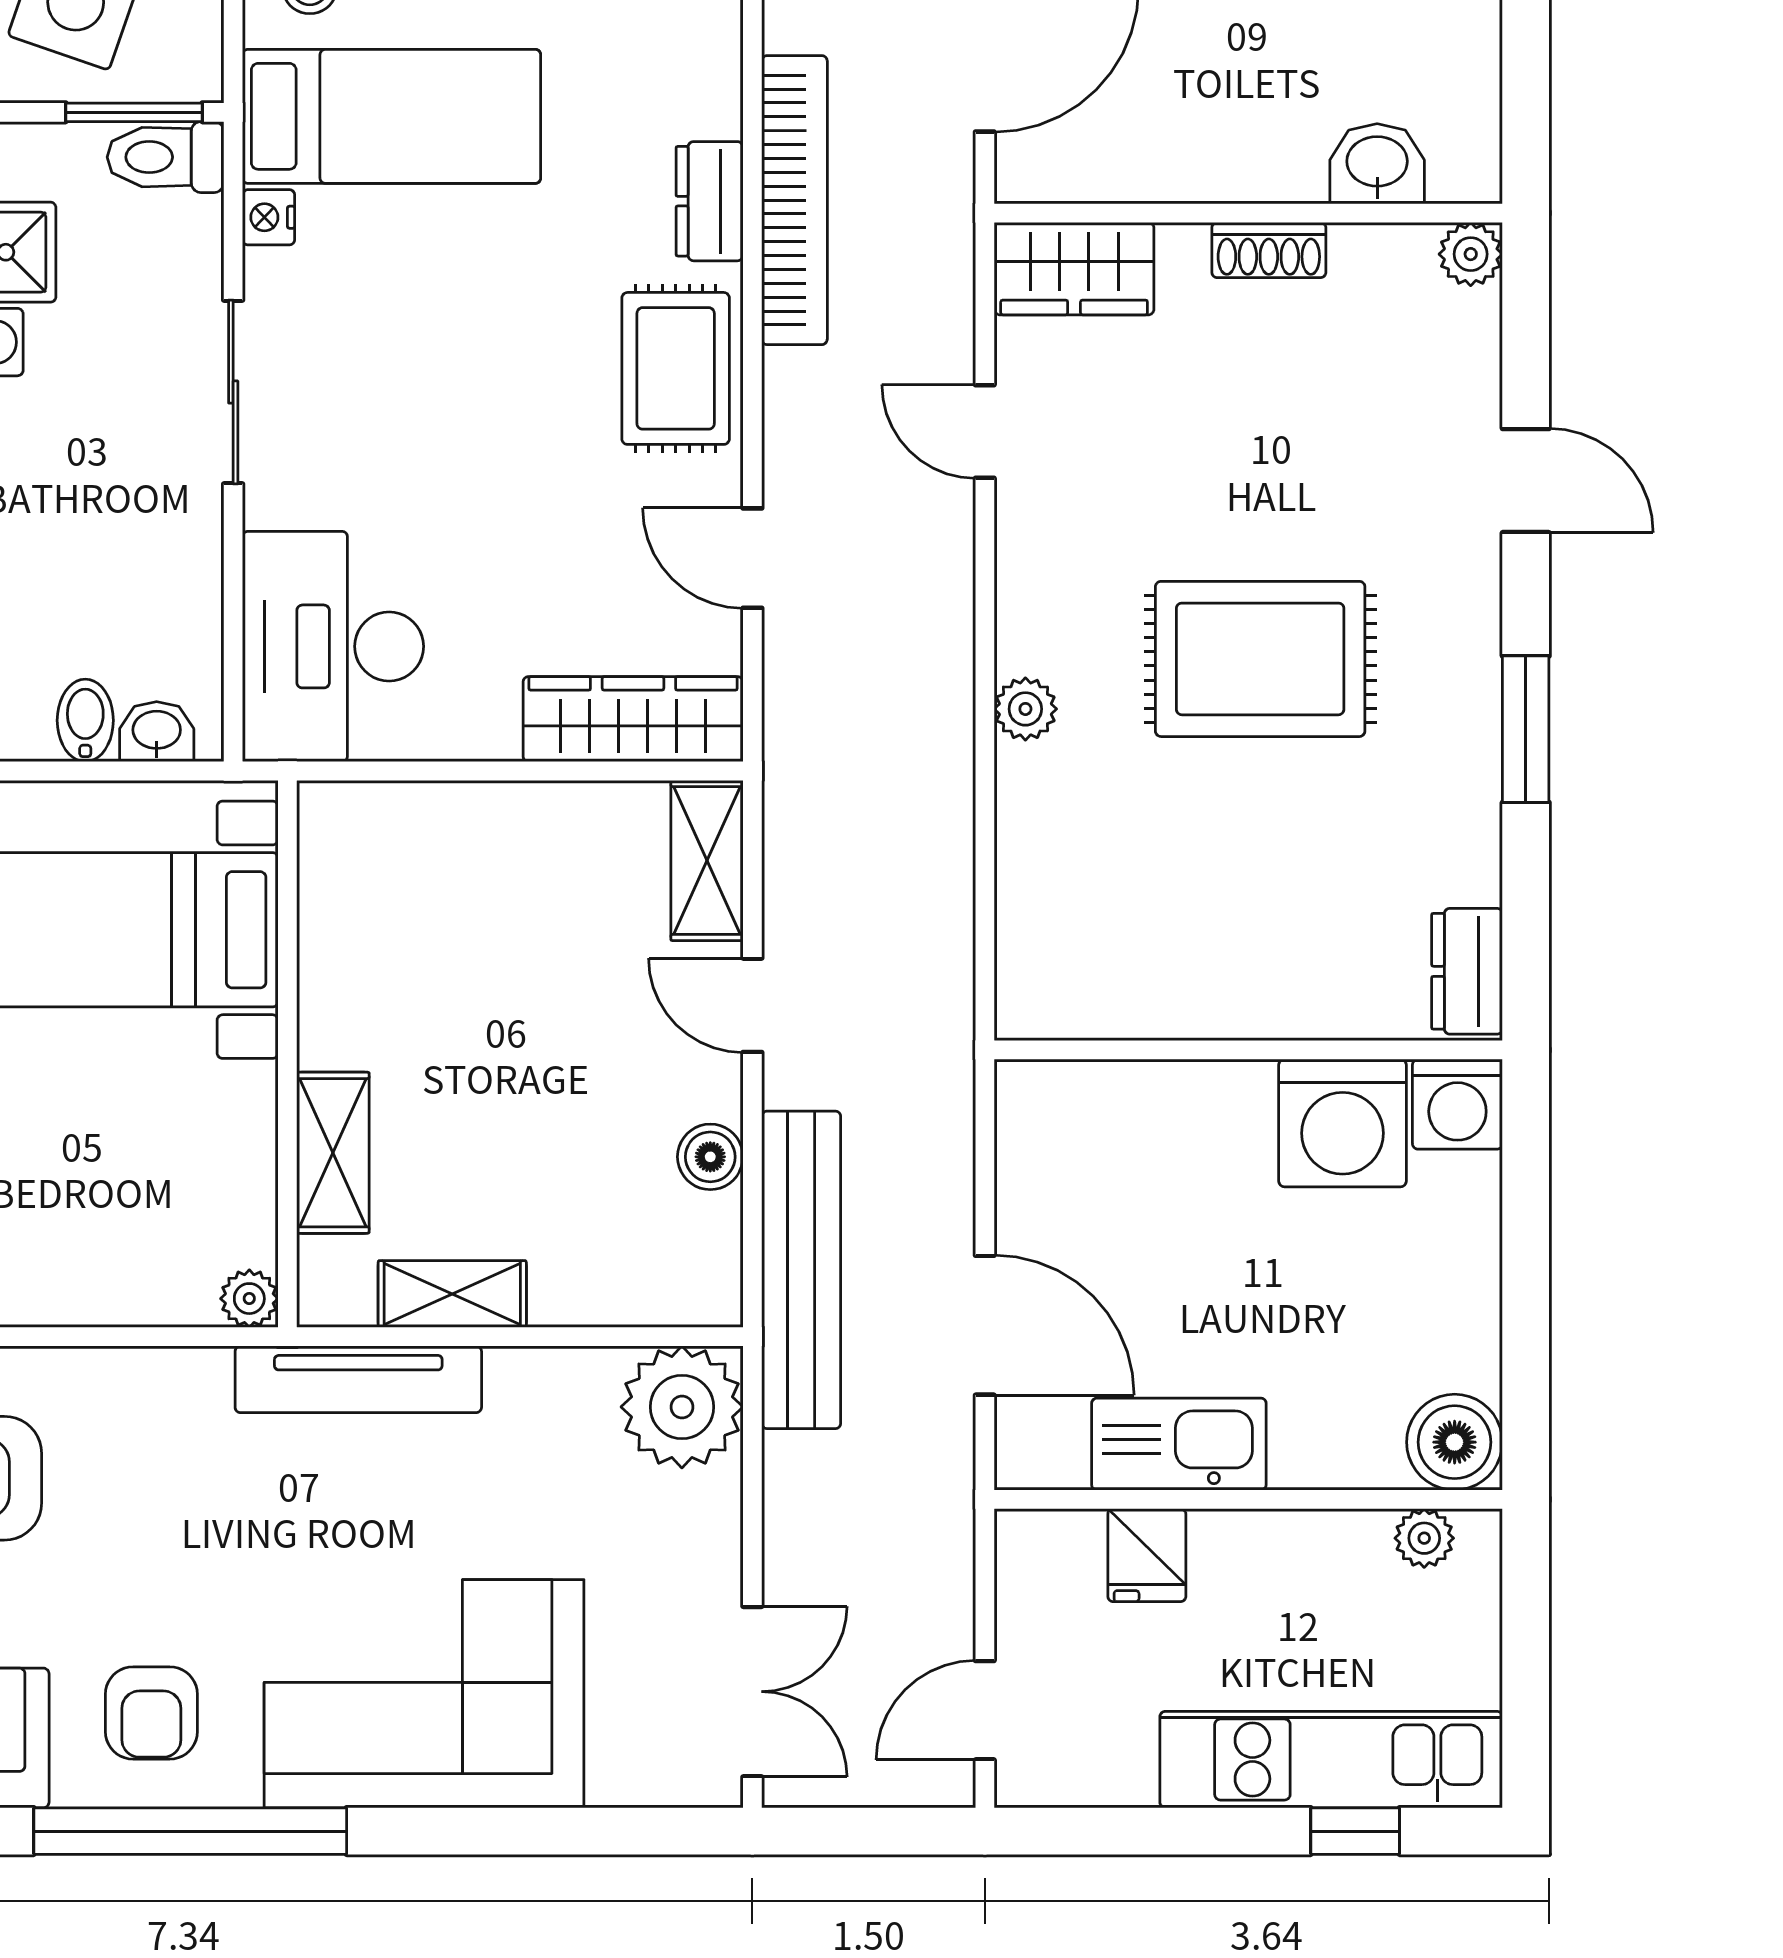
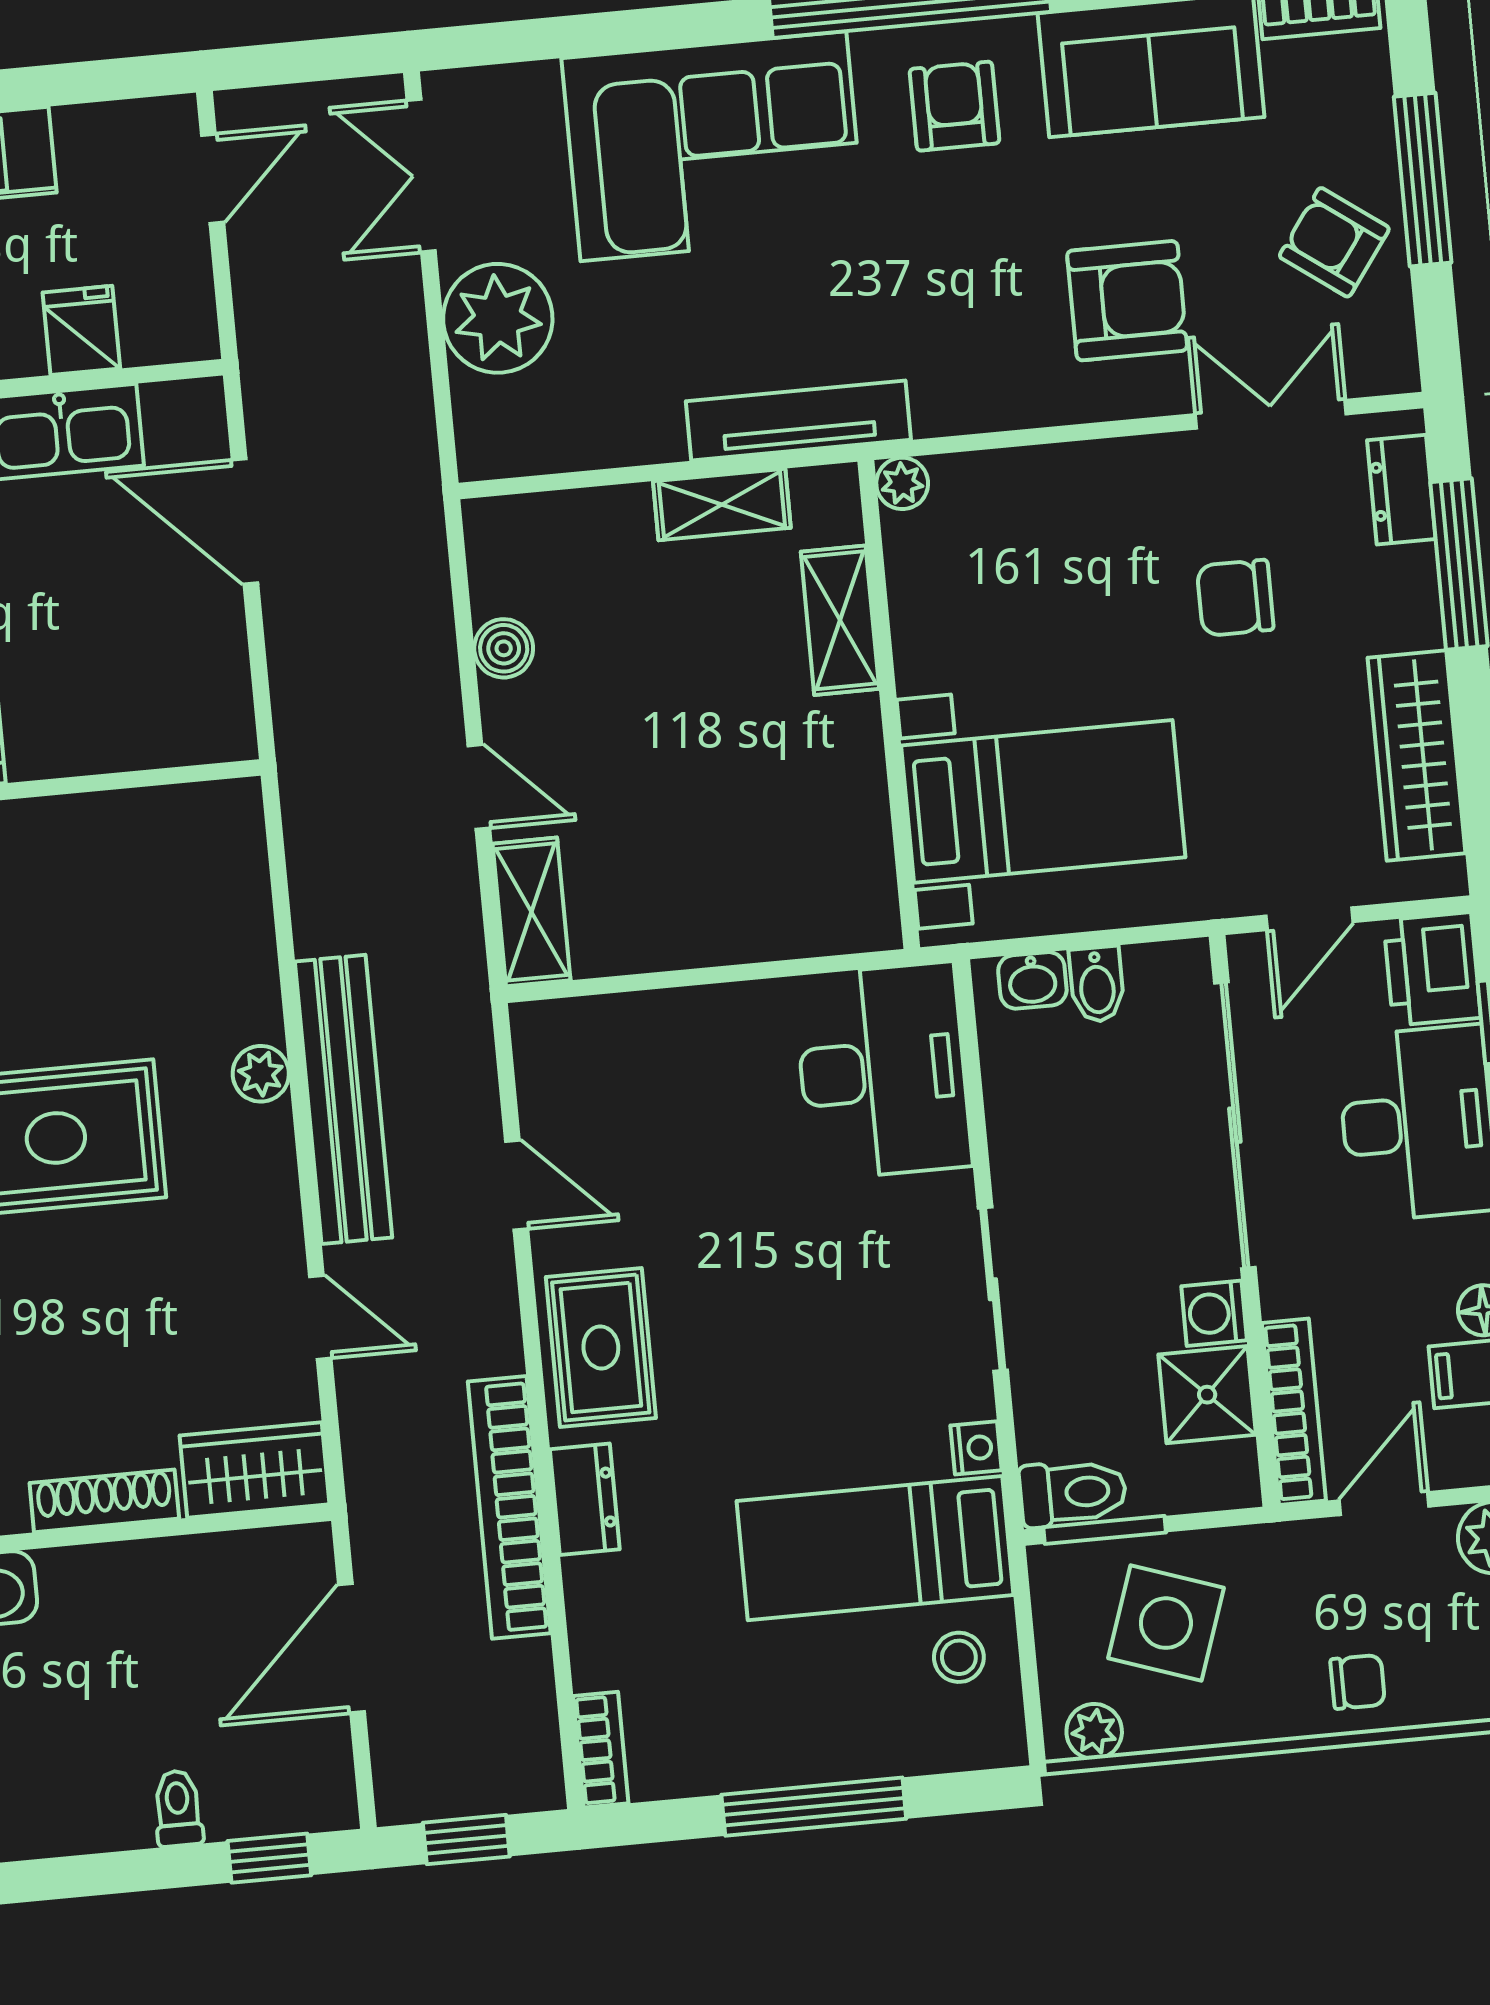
shoe rack: (1269, 250) -> (104, 1501), width x1.43
wardrobe: (633, 719) -> (609, 1032), removed
bench: (801, 1270) -> (343, 1099), moved
plant: (682, 1407) -> (498, 318), moved

